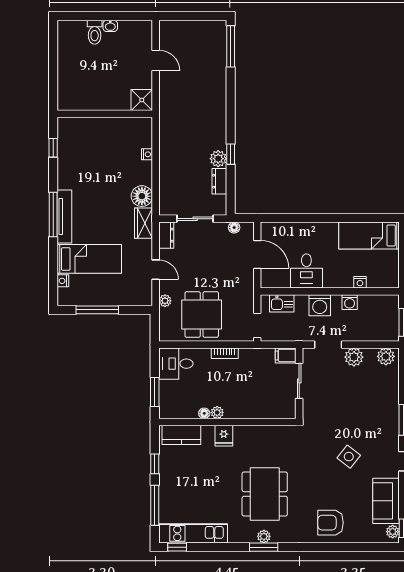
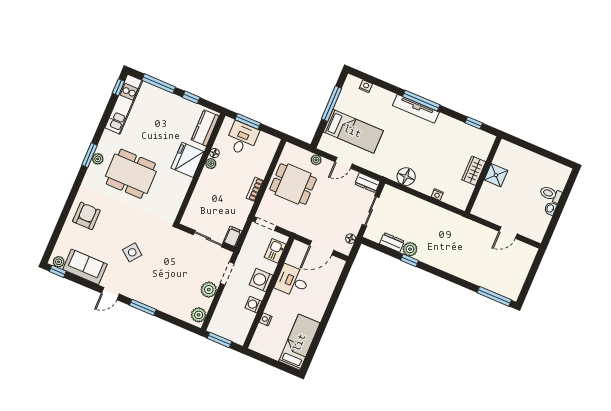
shower: (142, 100) -> (496, 175), moved
wardrobe: (143, 223) -> (474, 171), moved, turned -90
bed: (89, 259) -> (353, 131), moved, turned -90
desk: (176, 364) -> (242, 138), moved
fridge: (224, 436) -> (188, 160), width x1.88, depth x1.34

